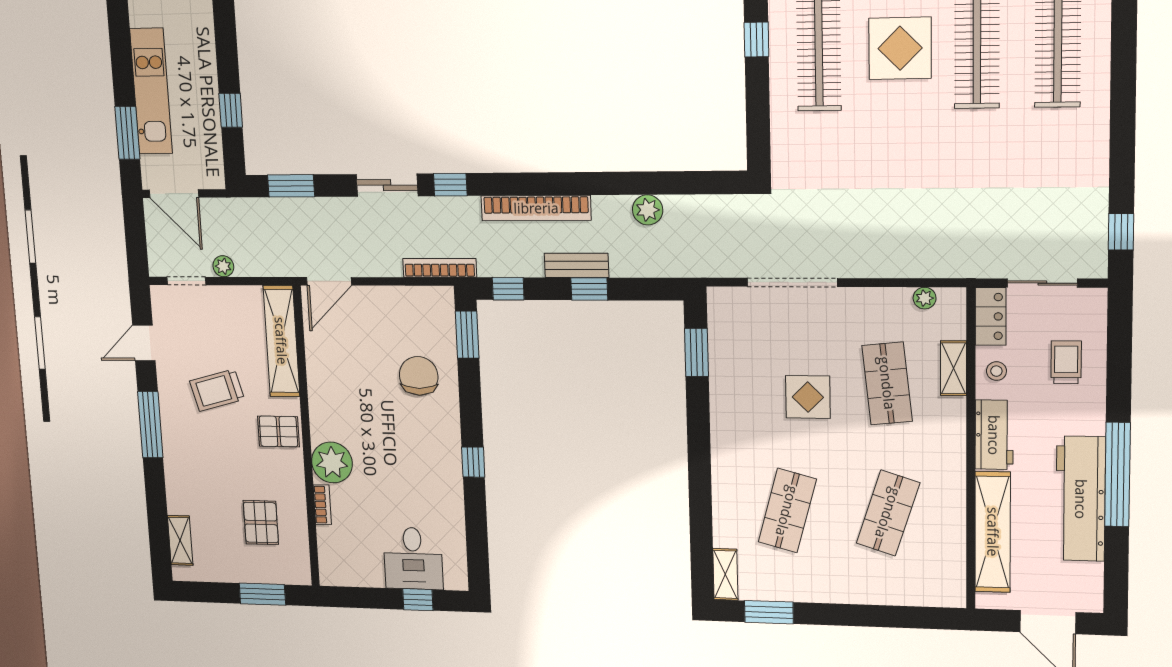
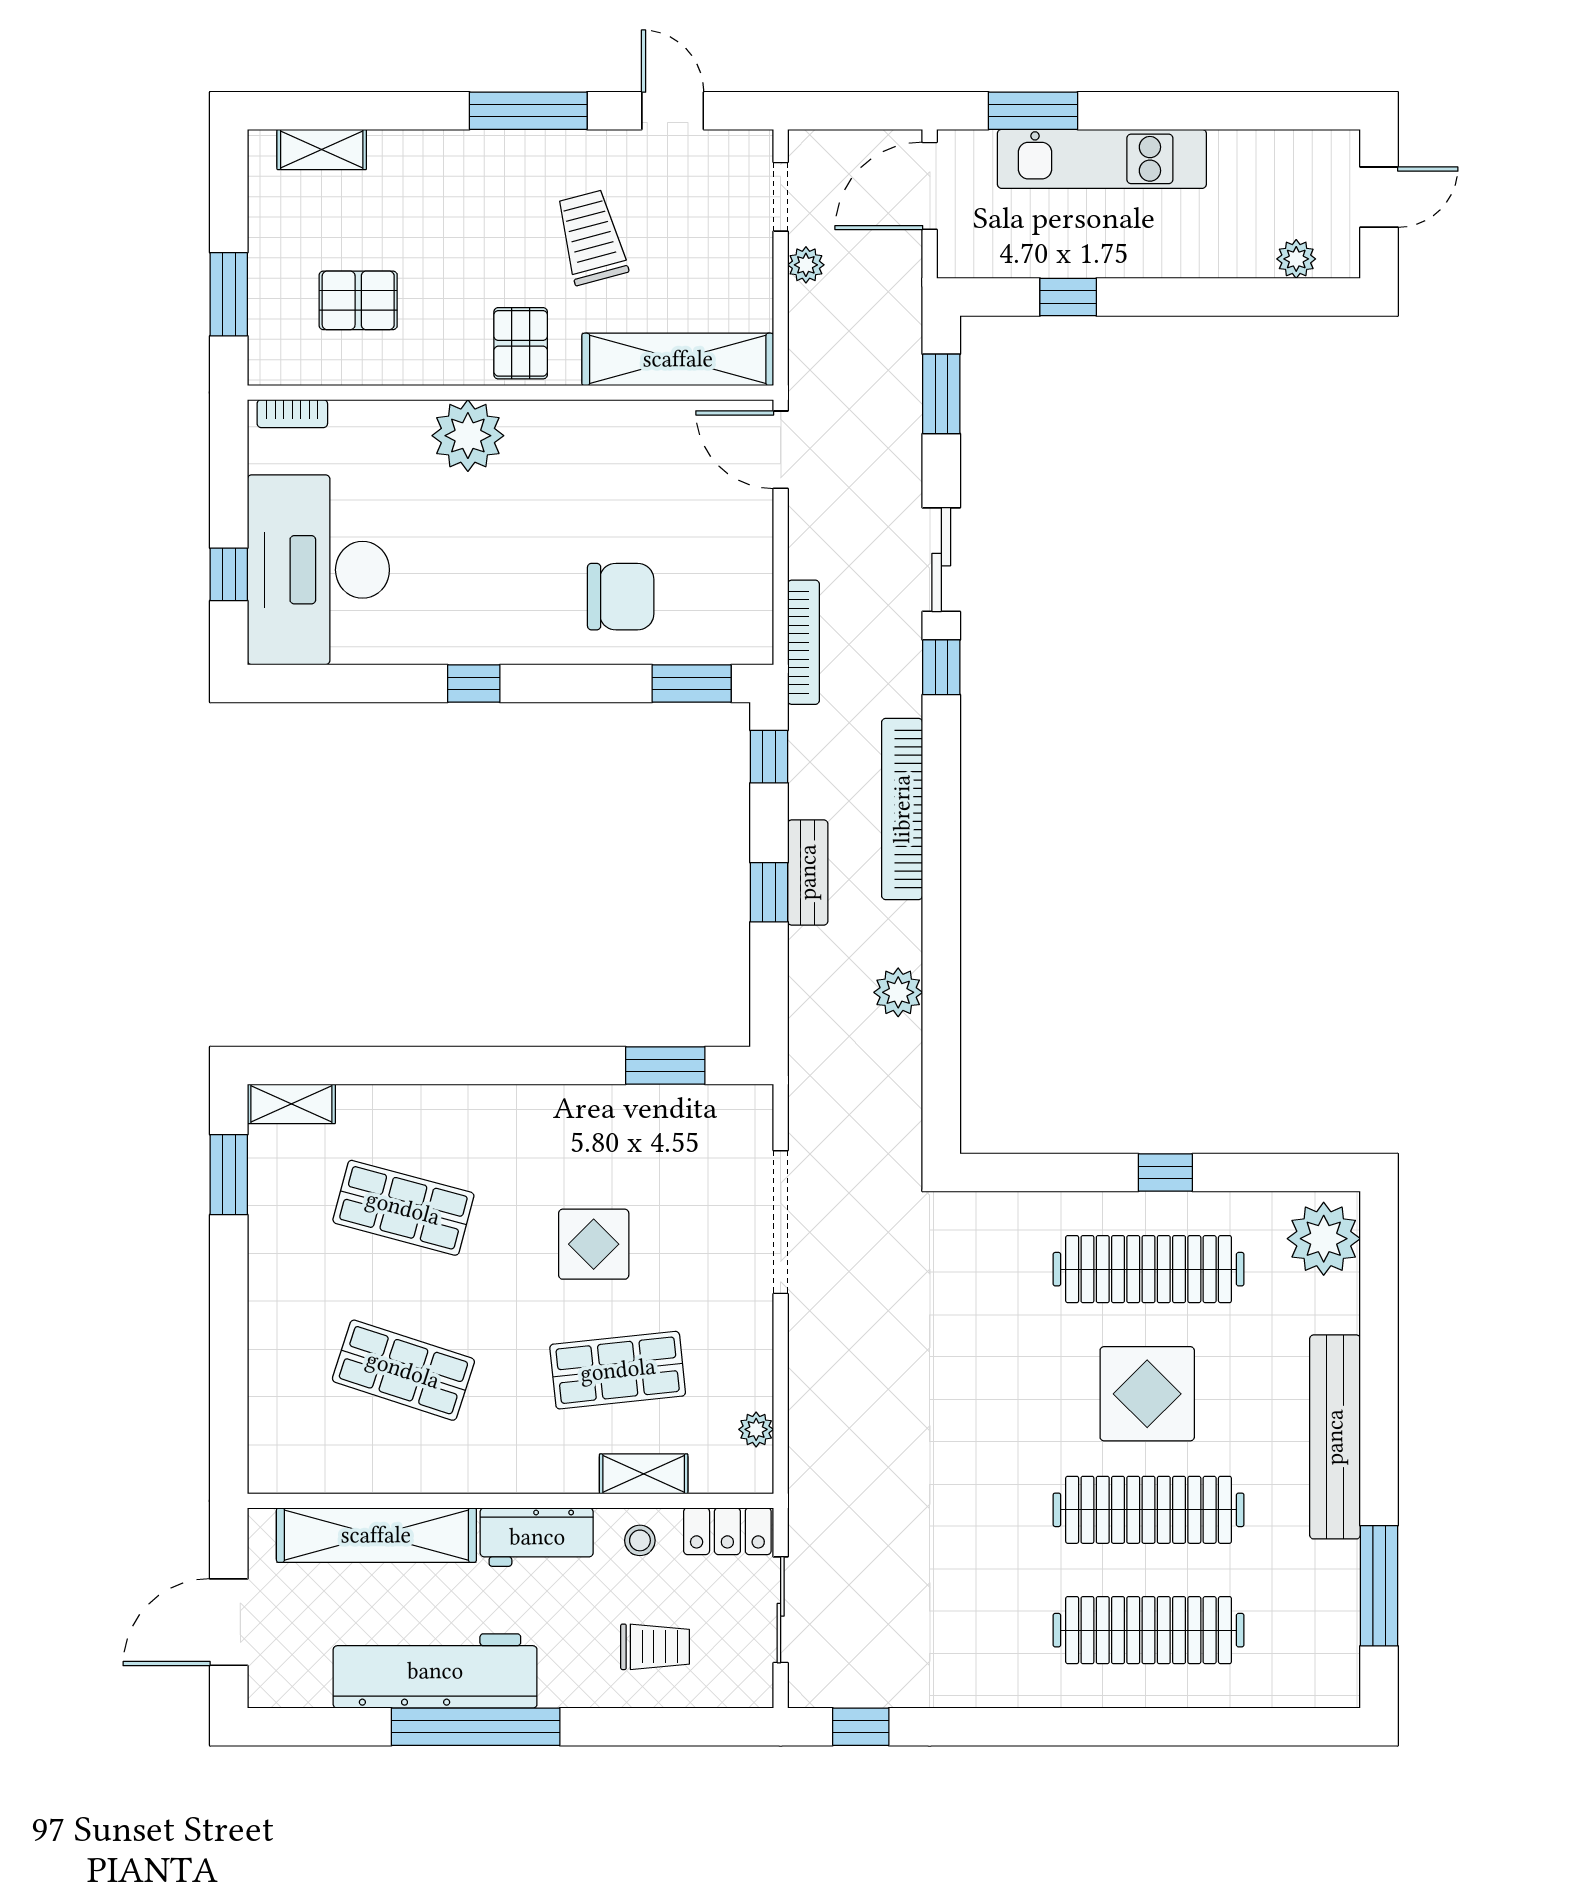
bookcase: (322, 505) -> (292, 414), moved
desk: (413, 558) -> (318, 570), width x1.87, depth x1.30

